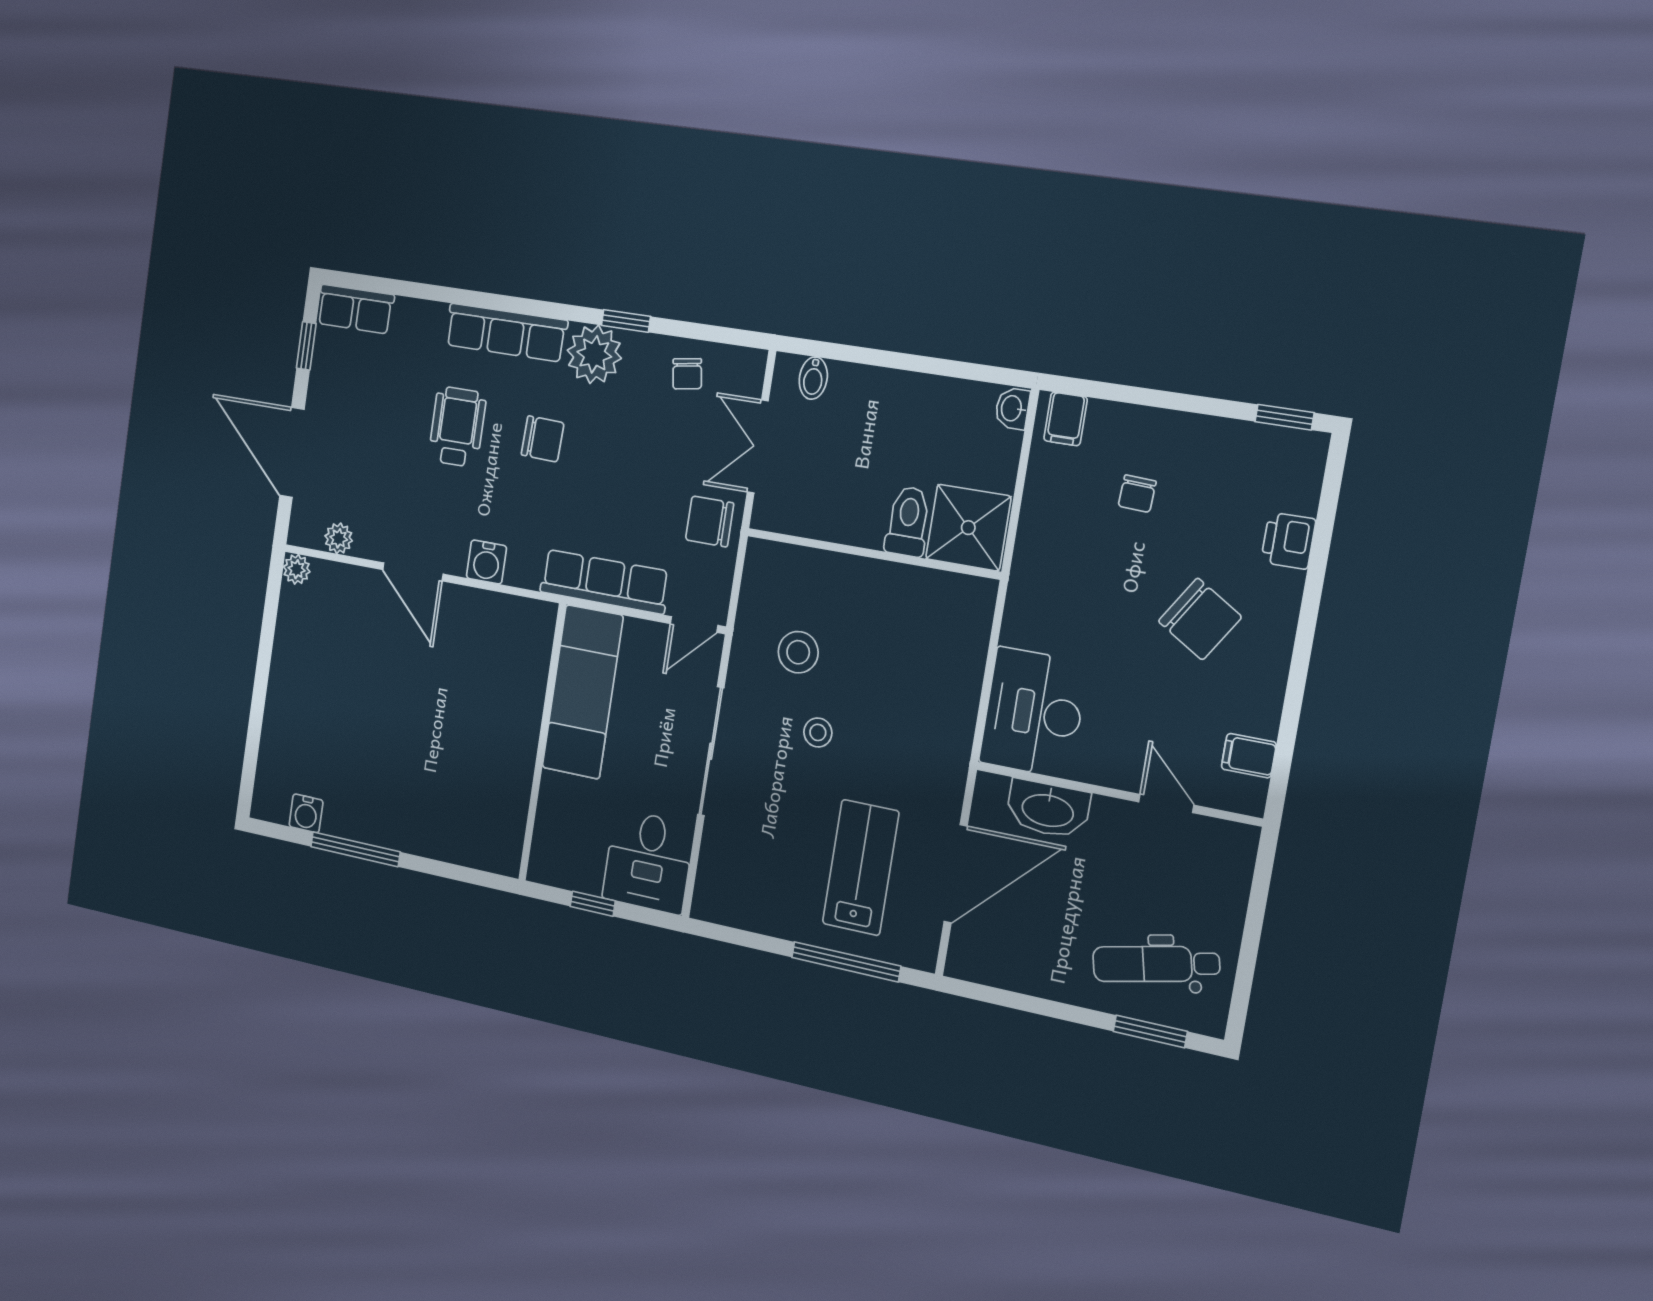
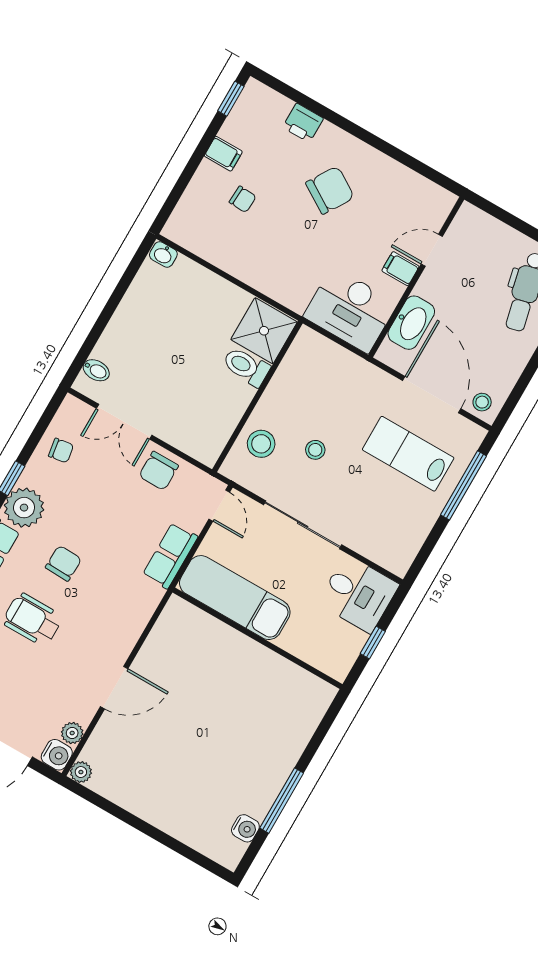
filing cabinet: (1066, 419) -> (223, 154), moved
toilet: (908, 521) -> (246, 367), moved
shower: (968, 528) -> (264, 331), moved
wall: (872, 554) -> (257, 396), moved
water cooler: (486, 562) -> (57, 755), moved
row of seats: (605, 582) -> (170, 556), width x0.68
filing cabinet: (1249, 756) -> (400, 269), moved, turned 90
stool: (972, 951) -> (482, 402), added

